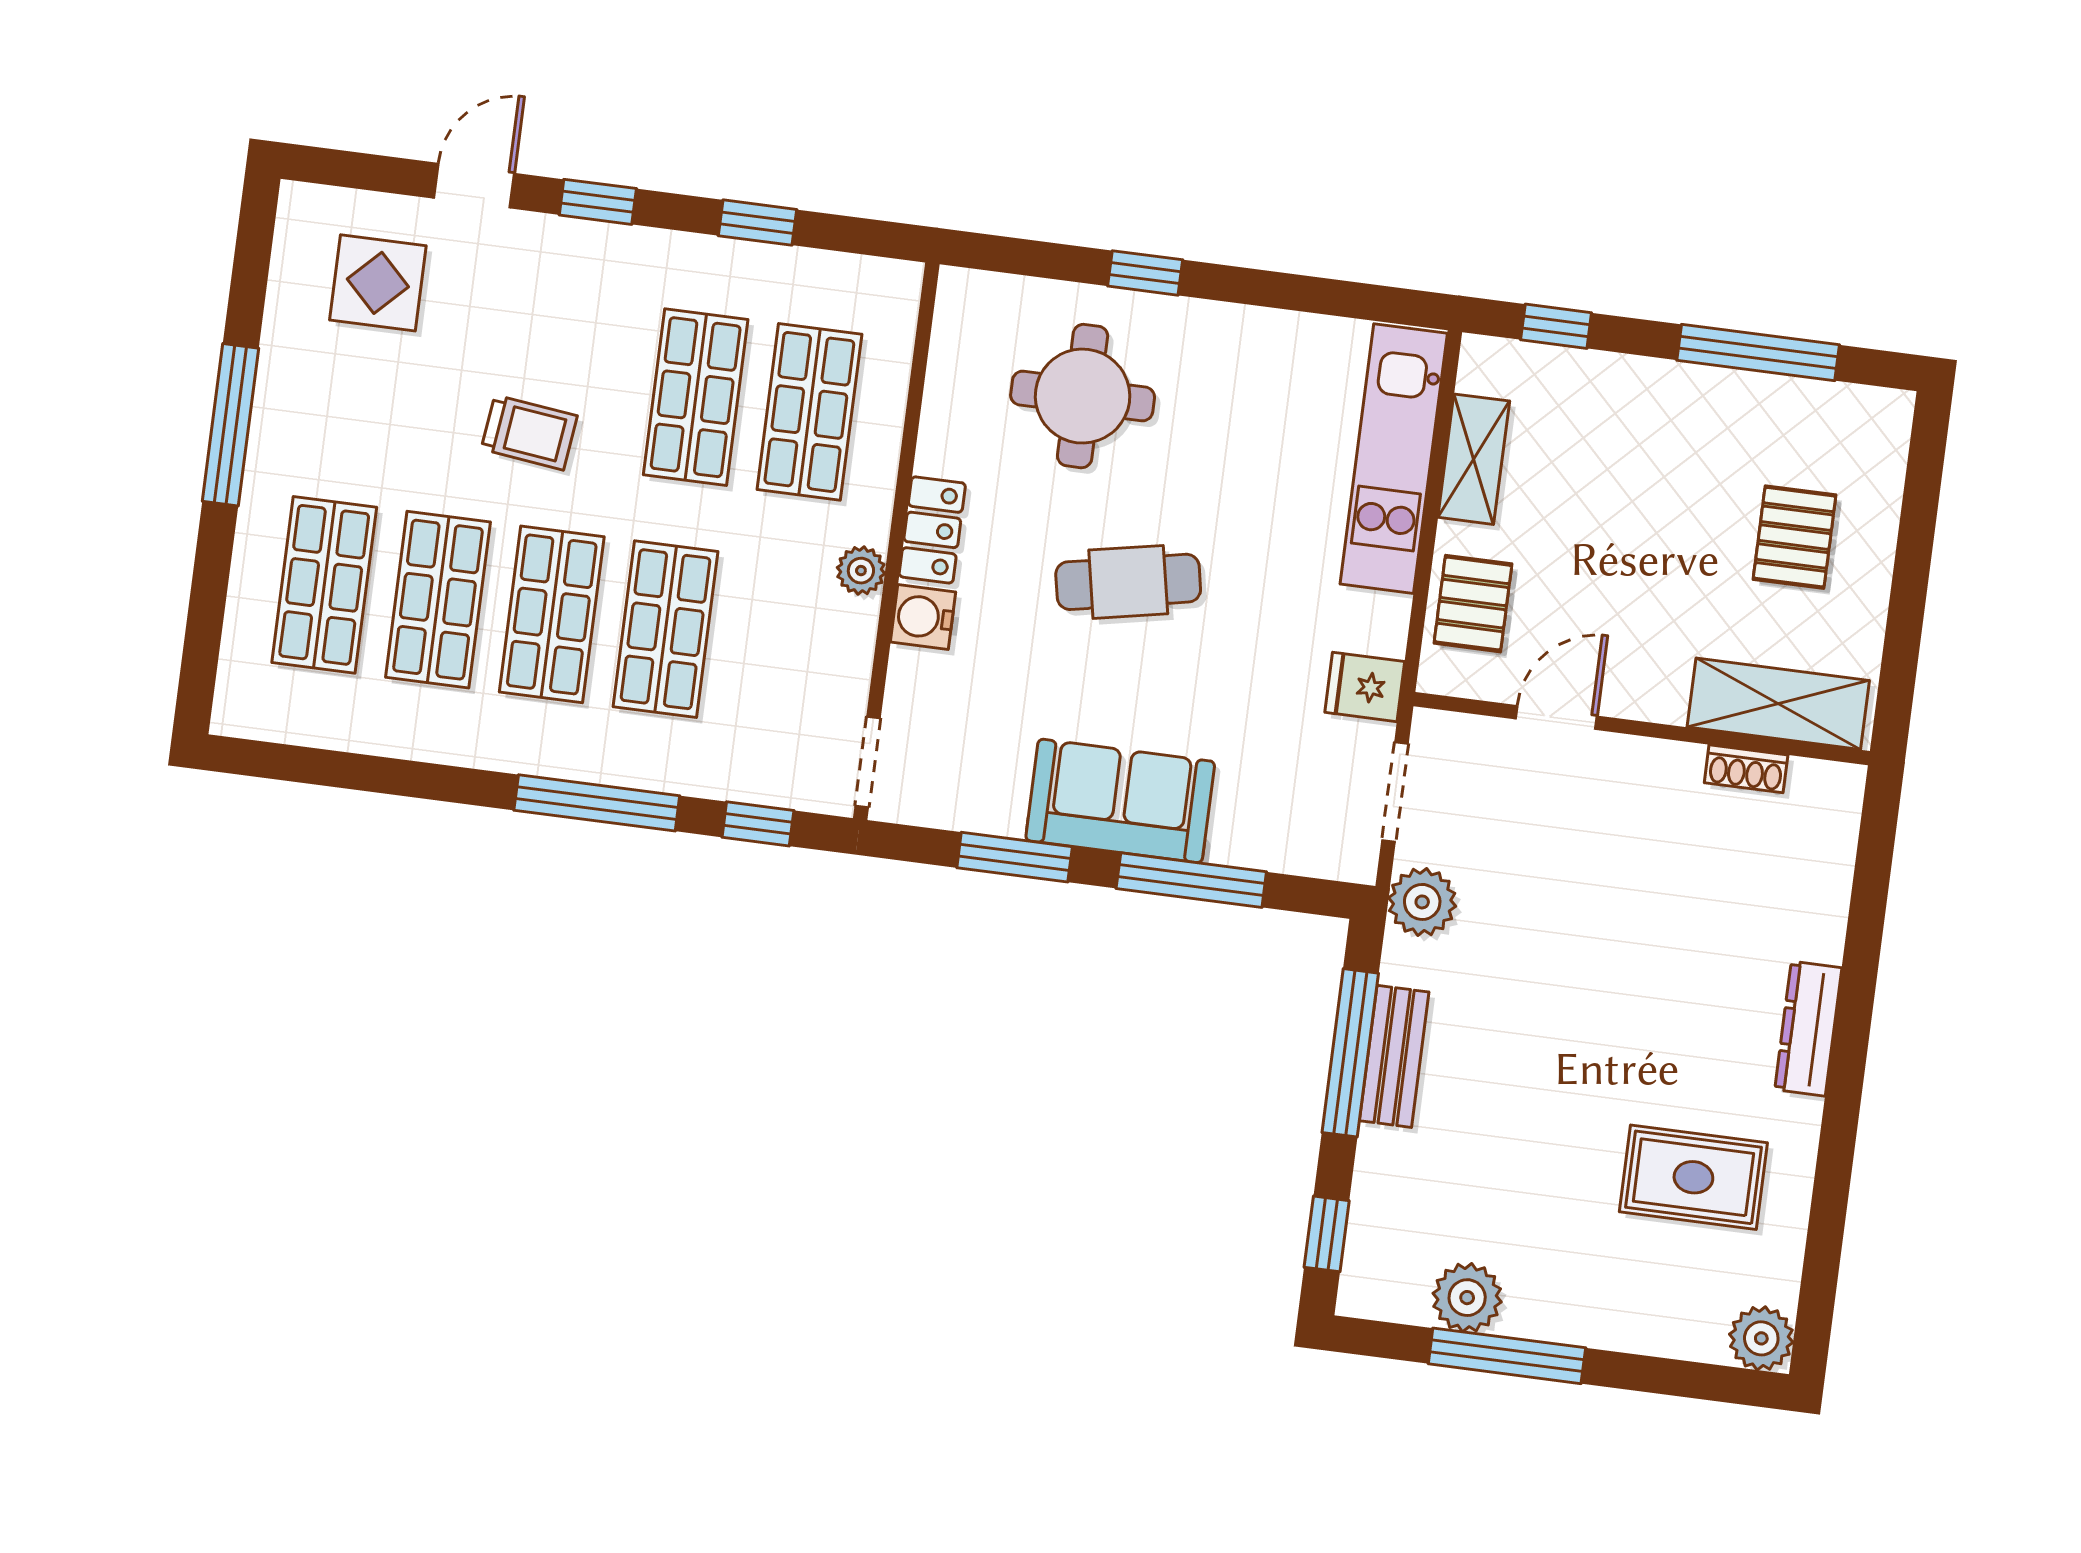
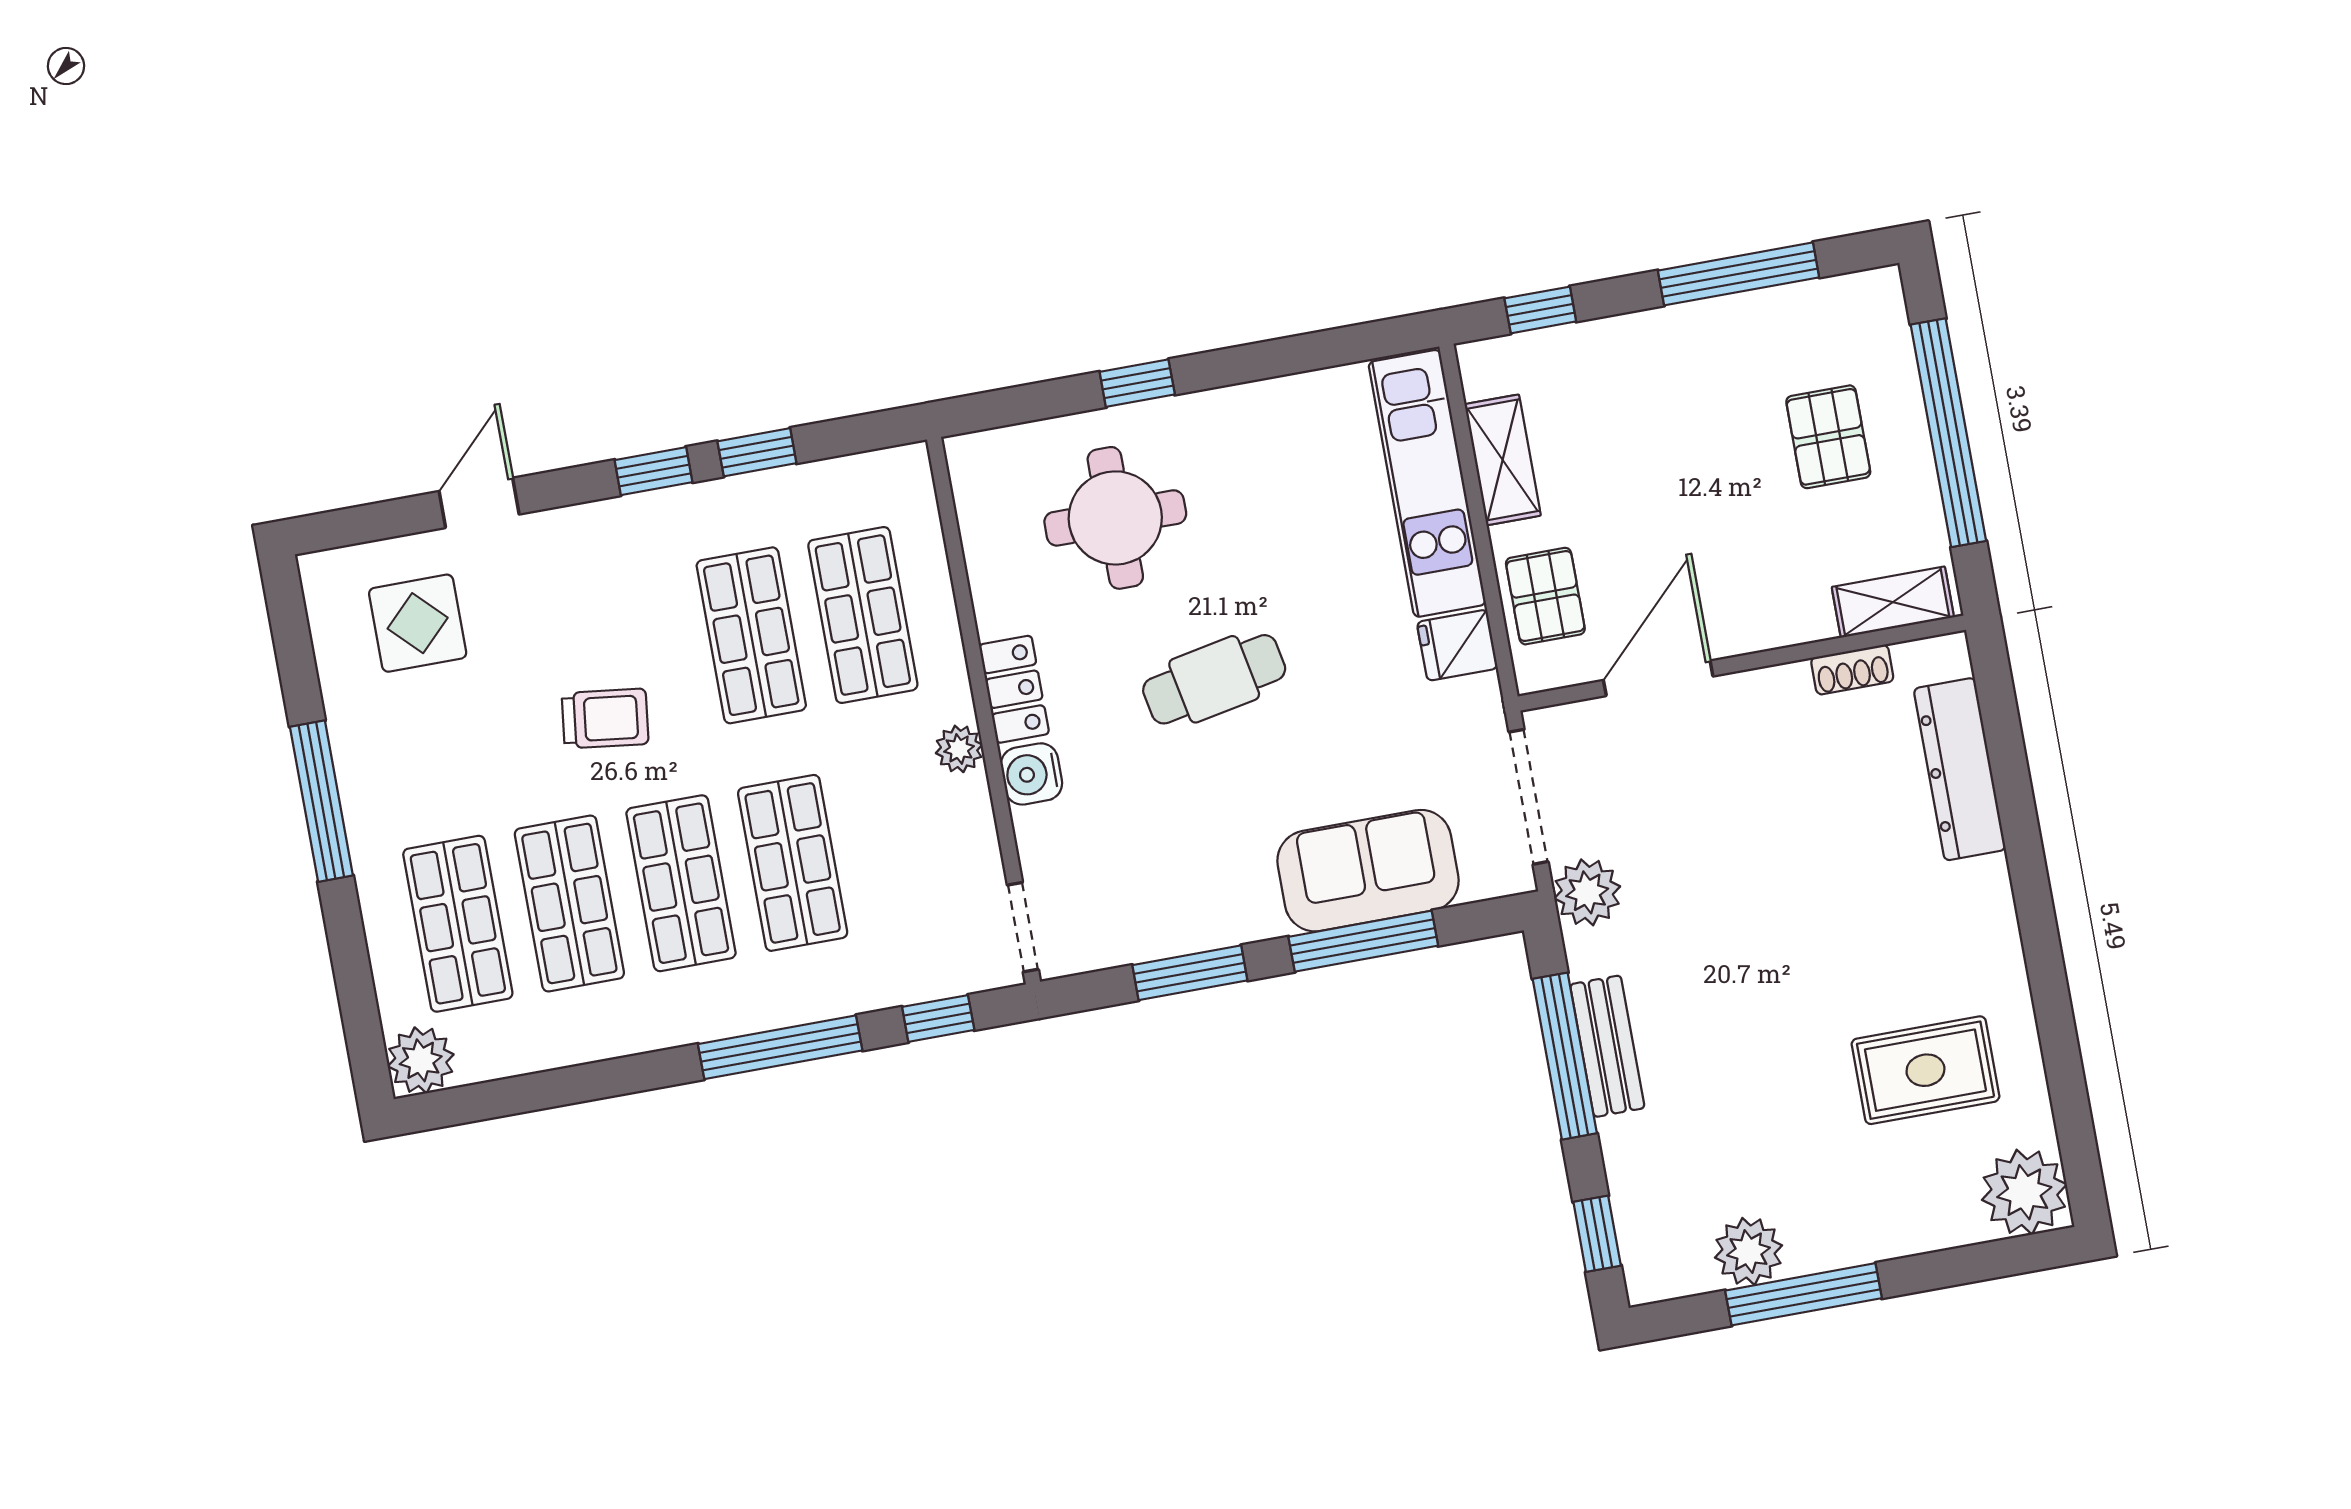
window: (598, 202) -> (653, 471), moved
window: (1912, 570) -> (1948, 433), added
fridge: (1365, 687) -> (1457, 645), moved
shelving: (1778, 704) -> (1893, 602), width x0.67, depth x0.75
plant: (246, 705) -> (421, 1060), added
door: (1556, 717) -> (1658, 678), width x1.38
doorway: (1395, 792) -> (1529, 797), width x1.38
sofa: (1120, 801) -> (1368, 871), moved
dresser: (1808, 1029) -> (1960, 769), moved, width x1.37, depth x1.24
plant: (1761, 1338) -> (2024, 1192), width x1.36, depth x1.36

